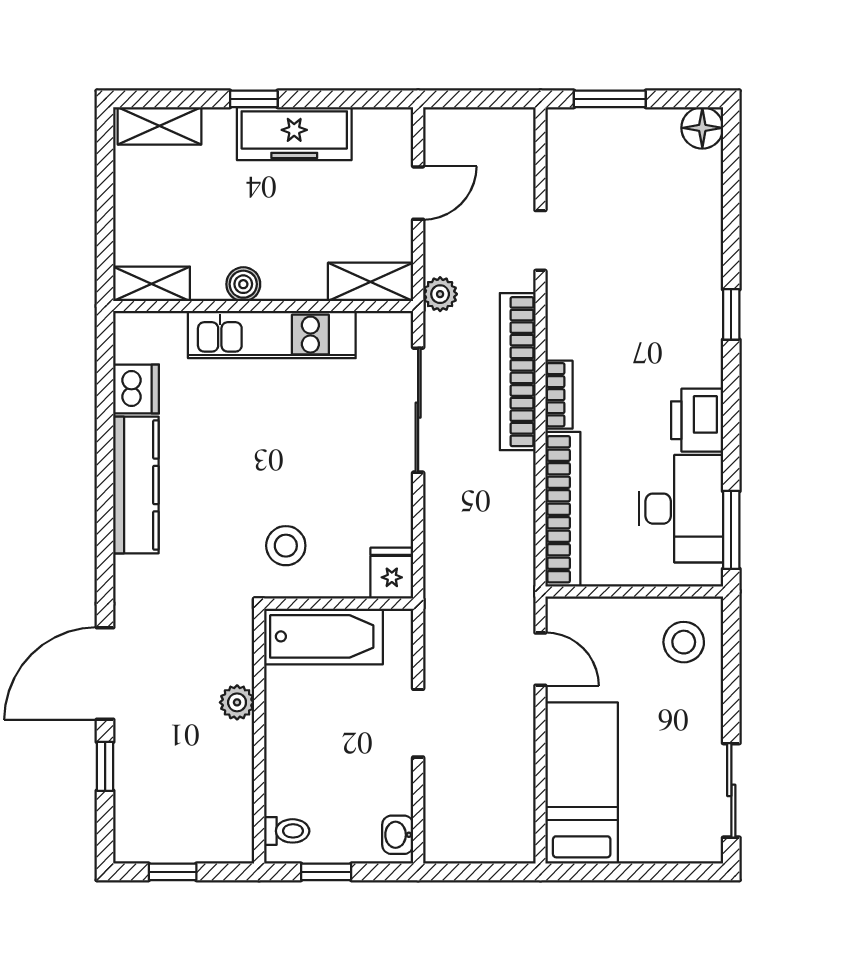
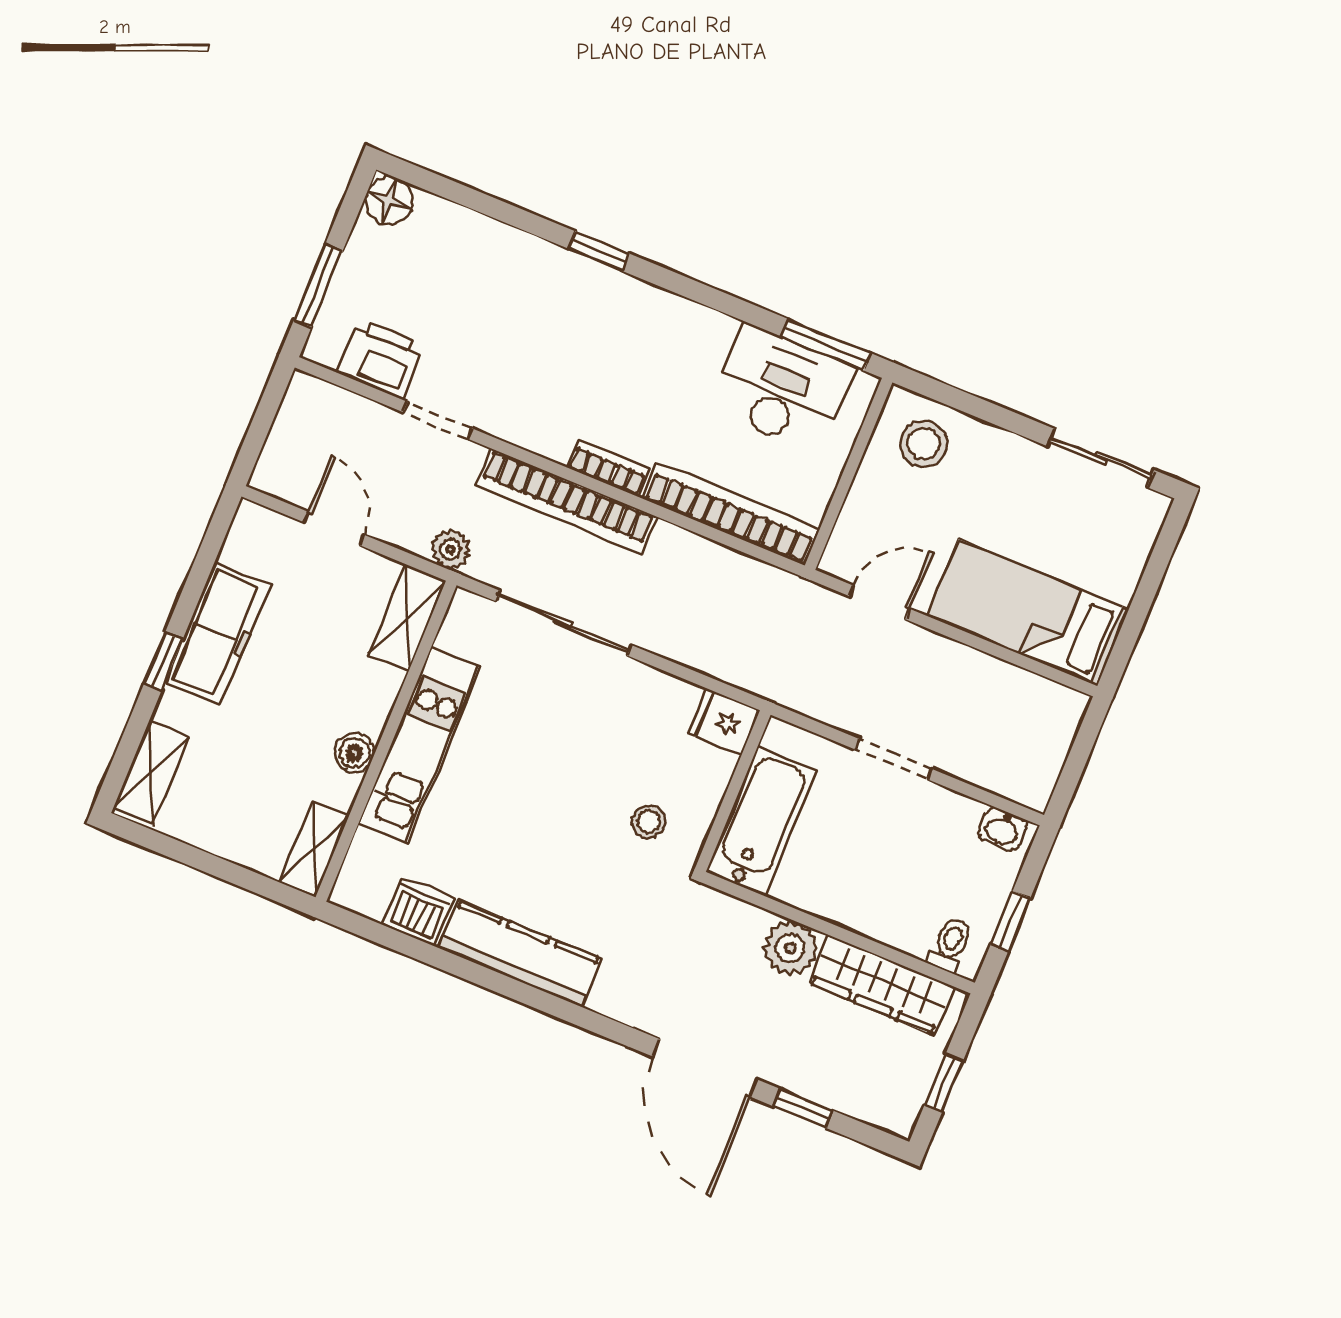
printer: (697, 420) -> (381, 359), moved, turned 180
stool: (286, 546) -> (649, 822), width x0.73, depth x0.73
plant: (237, 702) -> (790, 948), width x1.38, depth x1.38
wardrobe: (231, 789) -> (882, 985), added

